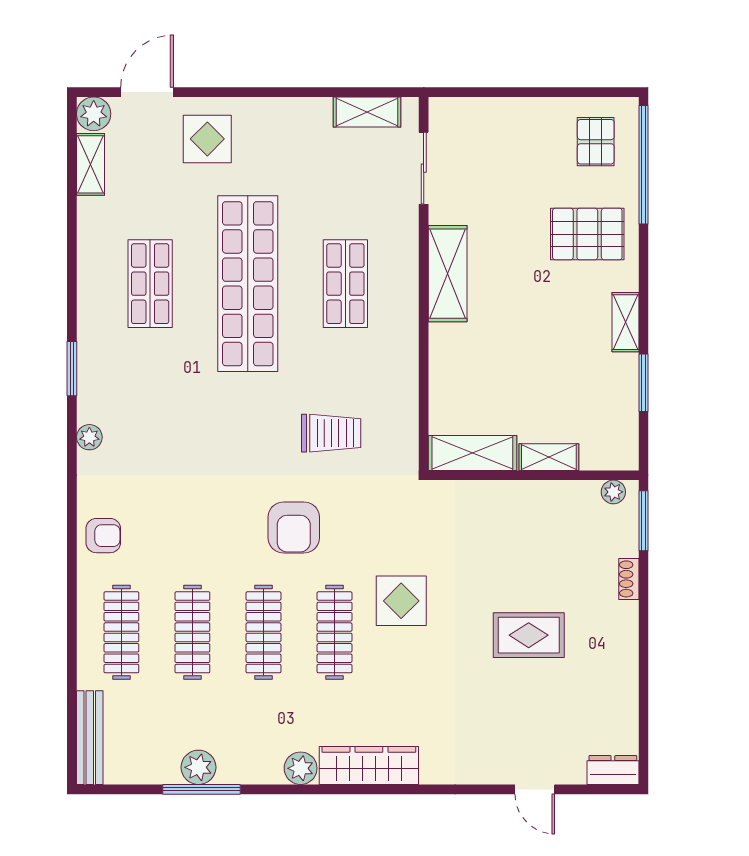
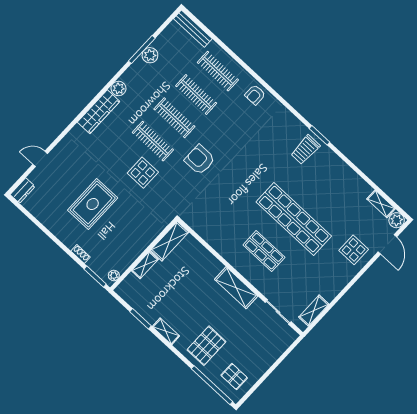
shop shelf: (150, 284) -> (324, 187), removed
trolley: (331, 433) -> (305, 150), moved
plant: (89, 437) -> (292, 120), removed
rug: (529, 635) -> (93, 204), width x1.36, depth x1.43

